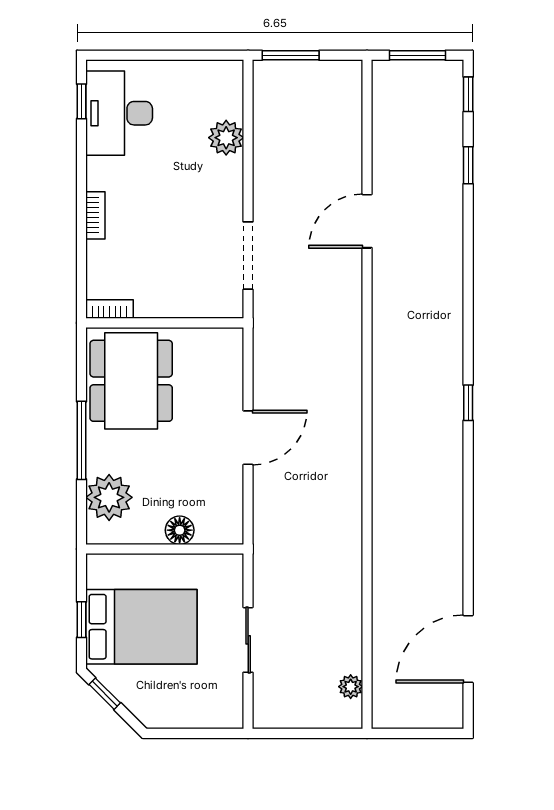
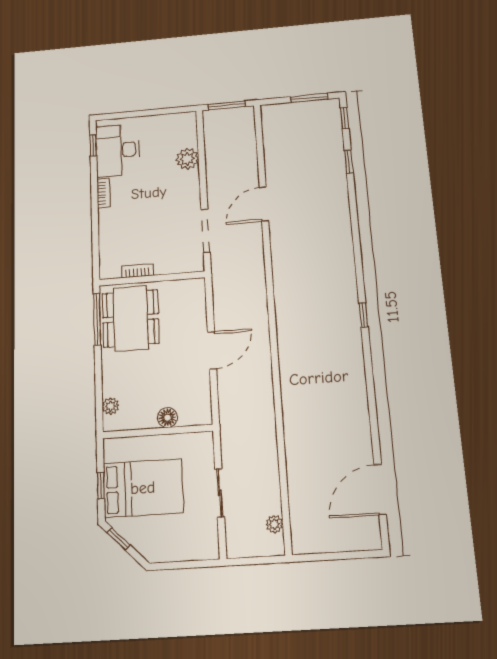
bookcase: (95, 215) -> (103, 193), moved
door: (367, 221) -> (264, 204), moved
bookcase: (109, 309) -> (137, 271), moved
wall: (367, 394) -> (272, 316), moved
window: (81, 440) -> (97, 319), moved
plant: (109, 497) -> (111, 406), width x0.53, depth x0.53
plant: (351, 687) -> (274, 524), moved

